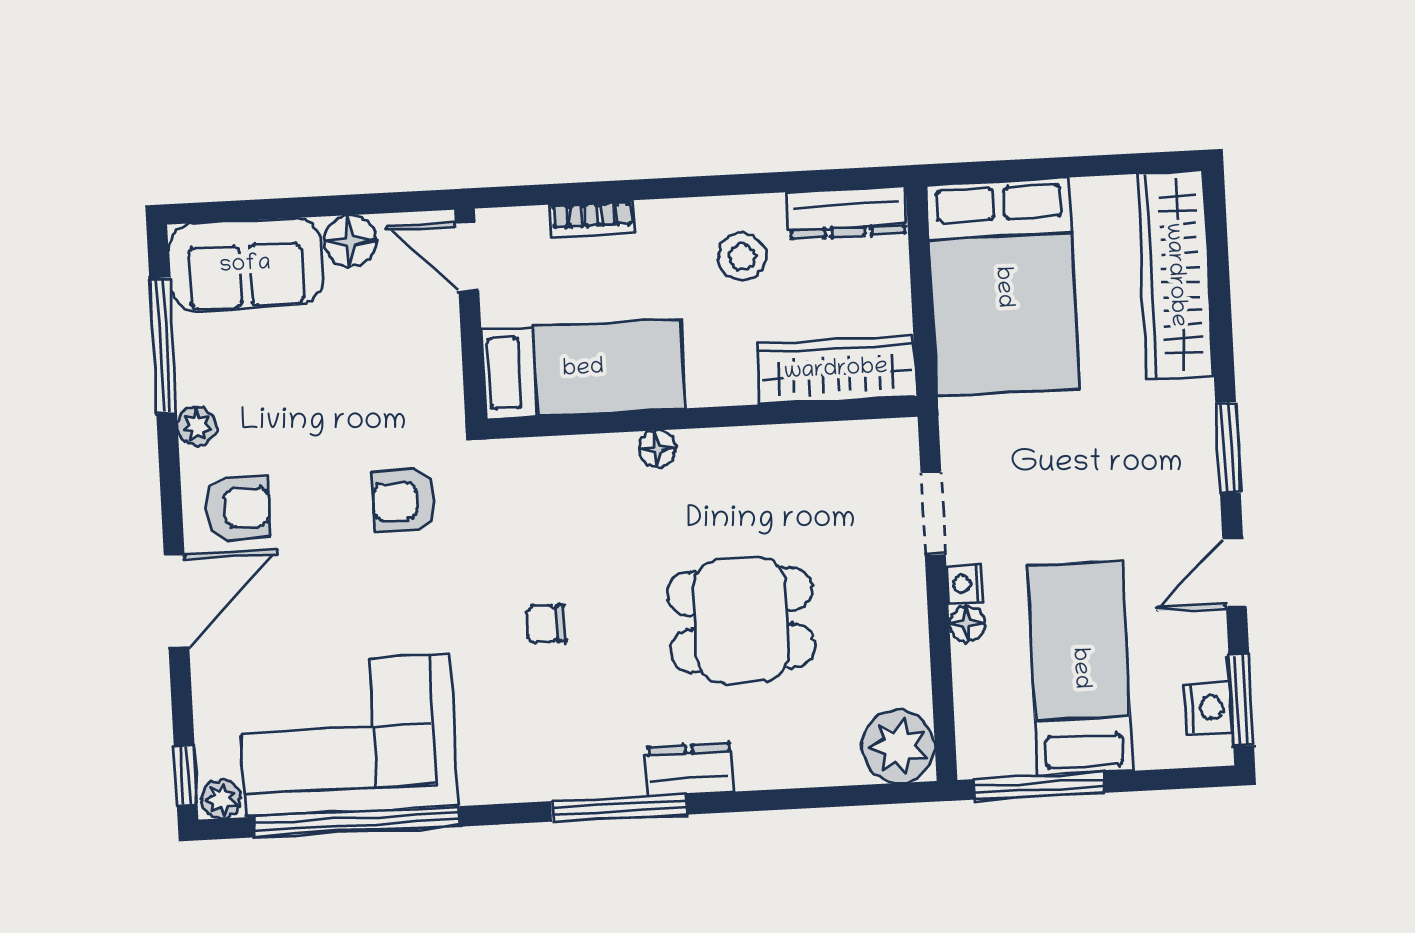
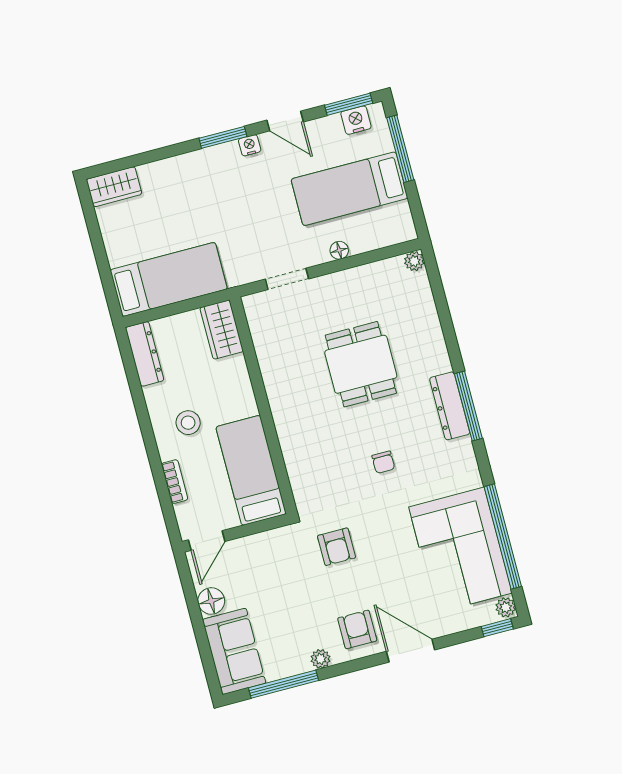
stool: (742, 257) -> (188, 423), moved
wardrobe: (1175, 275) -> (114, 187), width x0.48, depth x0.85
bed: (1003, 287) -> (169, 279), width x0.67
wardrobe: (836, 370) -> (222, 330), width x0.67
floor lamp: (657, 449) -> (283, 425), removed
nightstand: (965, 584) -> (250, 145), moved, turned 180
plant: (899, 747) -> (414, 261), width x0.53, depth x0.53
dresser: (690, 769) -> (450, 406), moved, width x1.44
window: (1039, 786) -> (400, 149), moved

